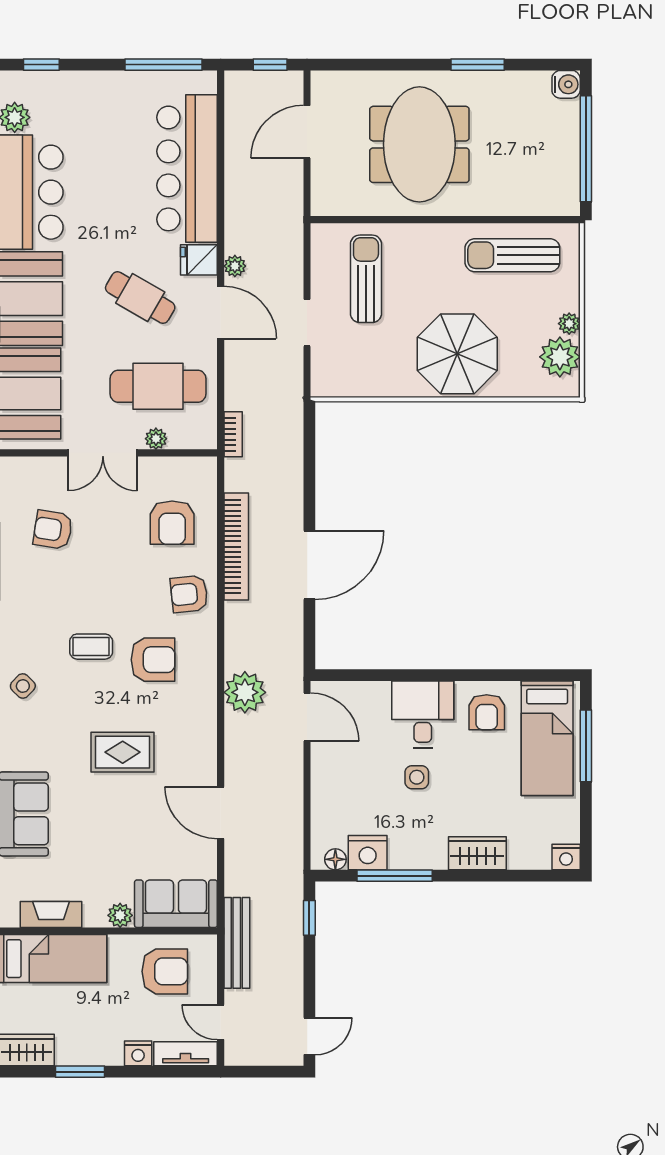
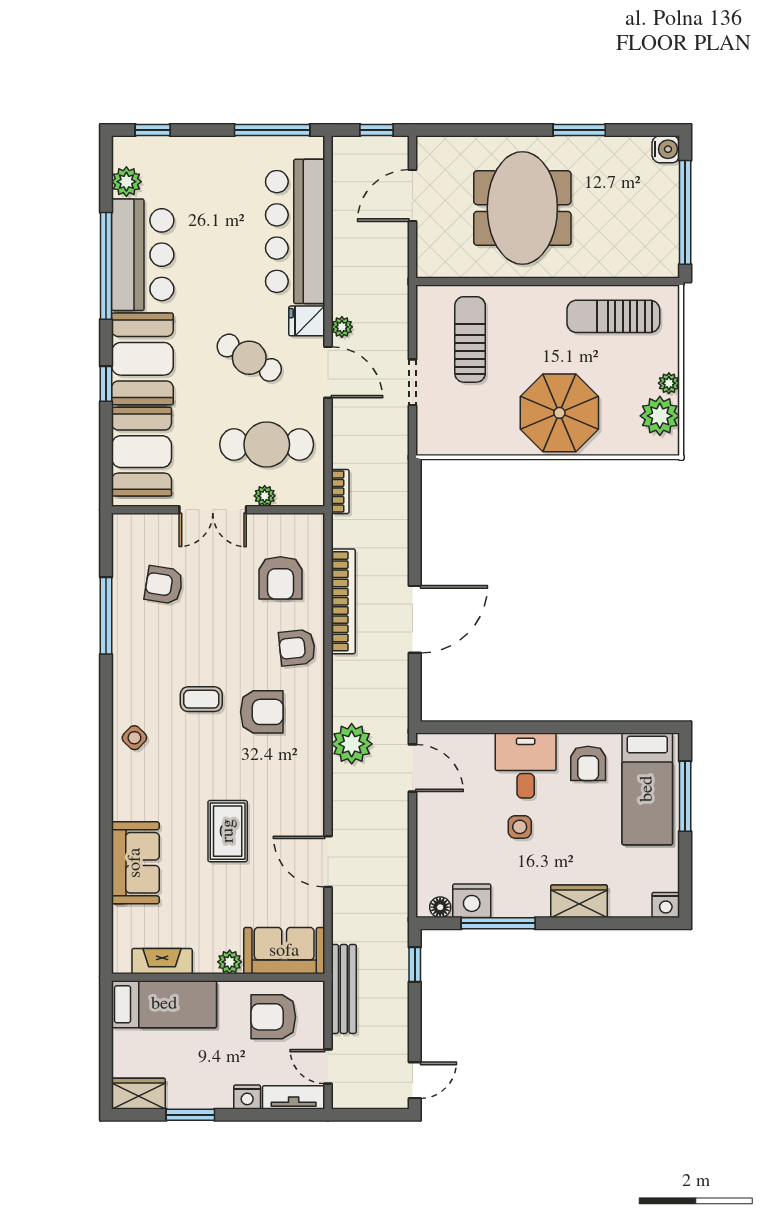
rug: (123, 752) -> (228, 831), moved, turned 90
armchair: (165, 971) -> (273, 1017), turned 180

